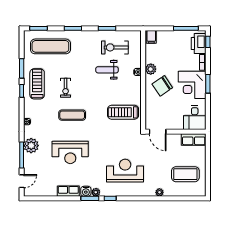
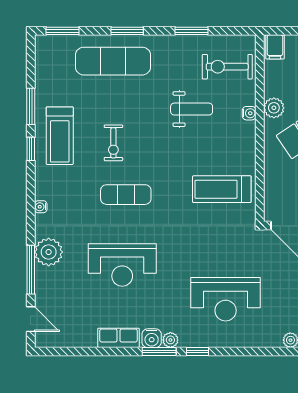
exercise mat: (50, 46) -> (113, 61), moved
exercise bike: (115, 47) -> (227, 67), moved
weight bench: (107, 70) -> (192, 109), turned 180
treadmill: (37, 84) -> (60, 136), turned 180
reception desk: (125, 171) -> (226, 299), turned 180
door: (22, 181) -> (31, 319), hinge flipped

